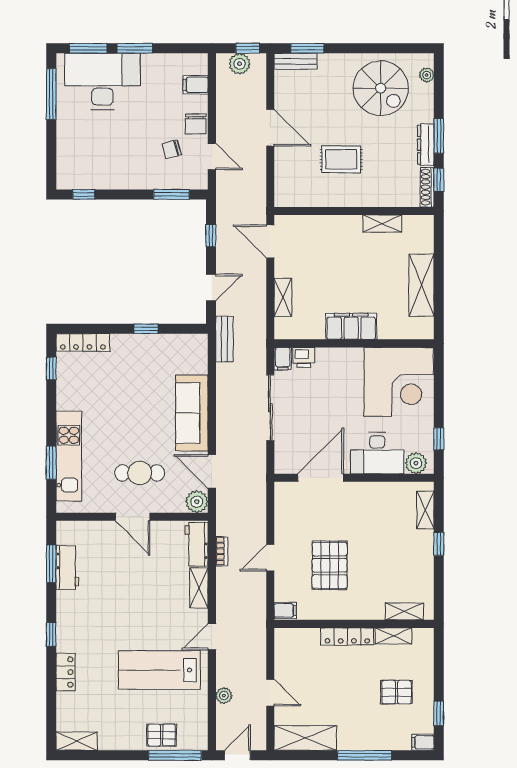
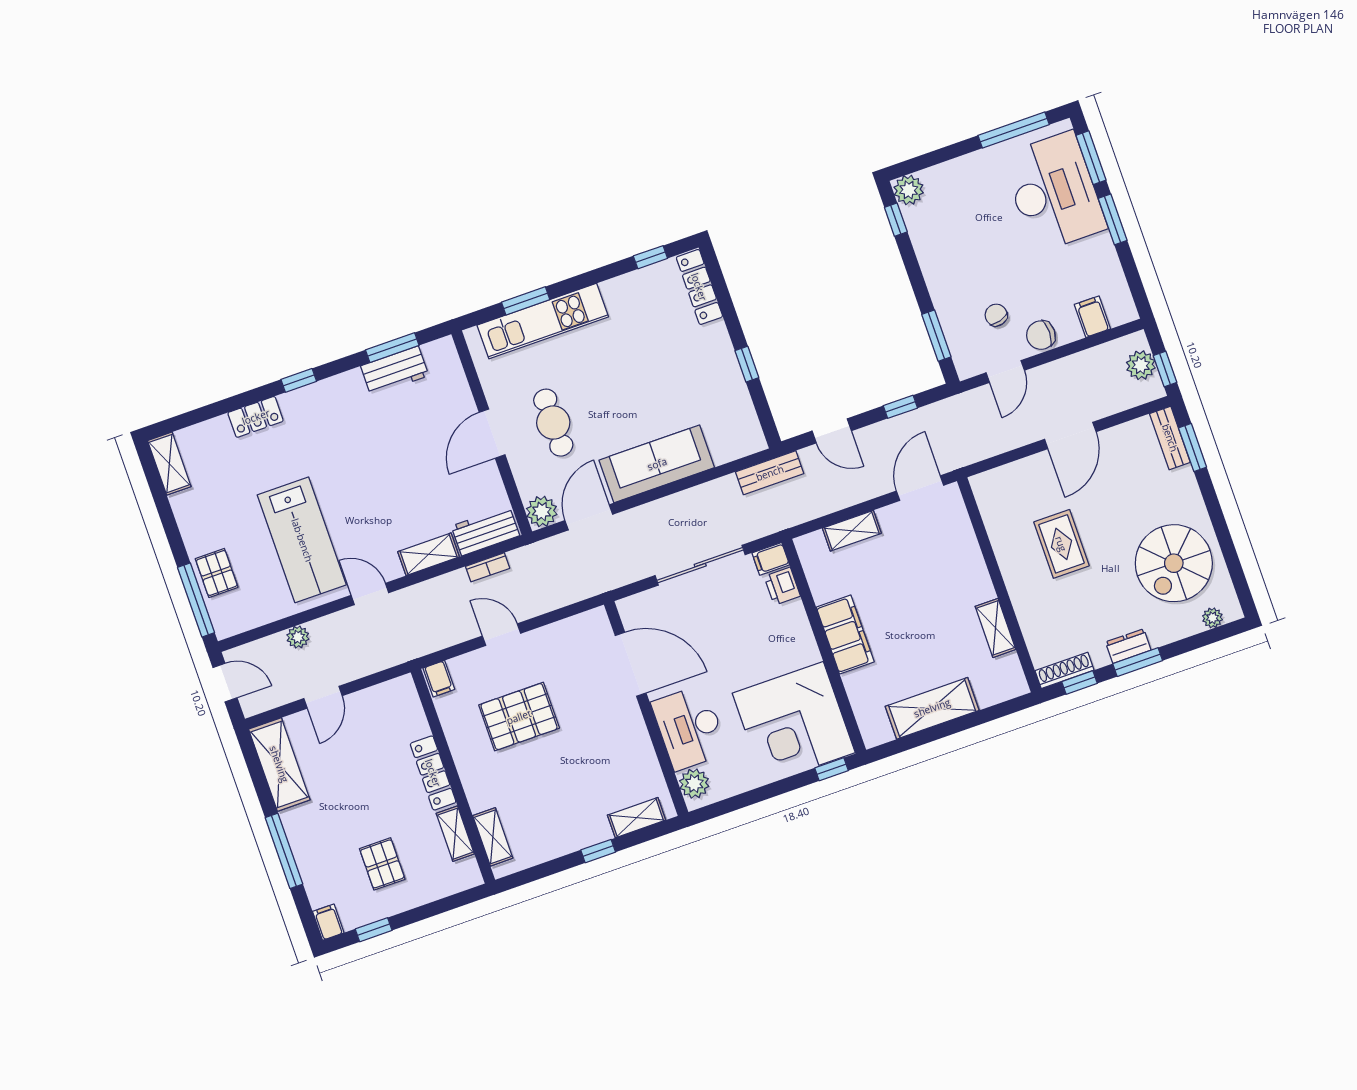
dresser: (426, 145) -> (1128, 646), width x0.70
plant: (67, 179) -> (909, 190), added
window: (439, 439) -> (832, 769), moved
lab bench: (159, 670) -> (302, 540), turned 180

